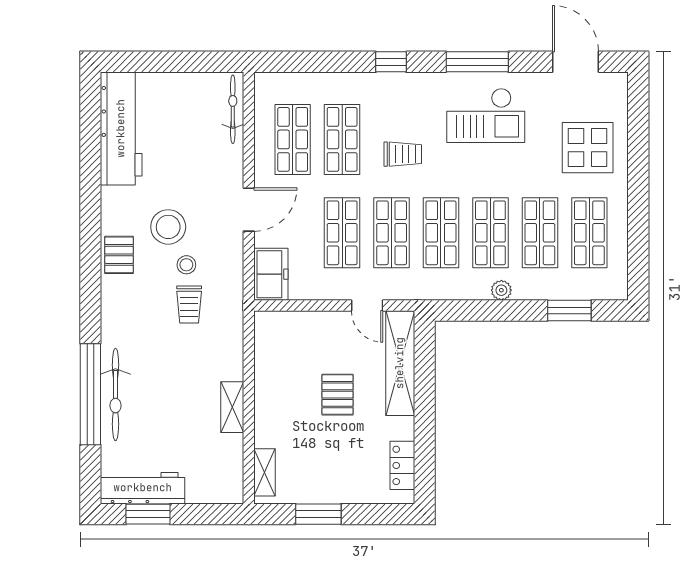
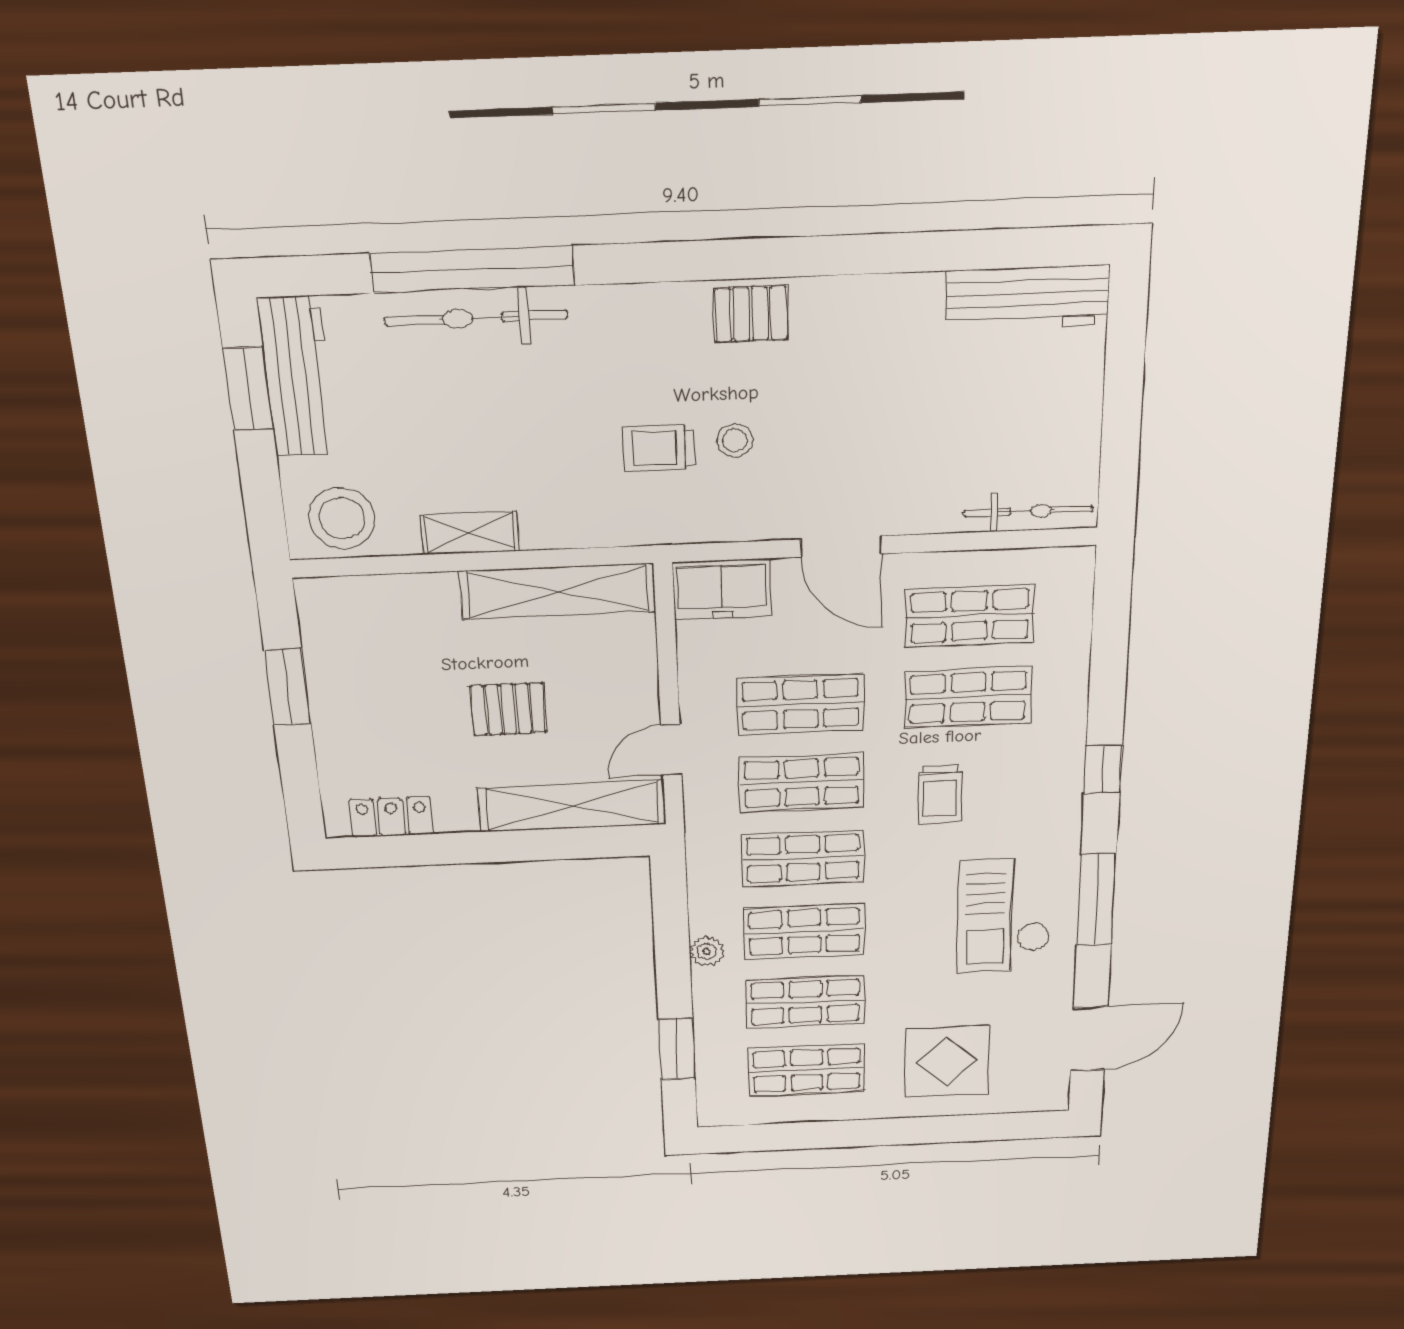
workbench: (121, 128) -> (1028, 298), width x0.73, depth x0.76
stool: (168, 227) -> (342, 518), moved
shelving: (264, 472) -> (558, 591), moved, width x2.20, depth x1.33

